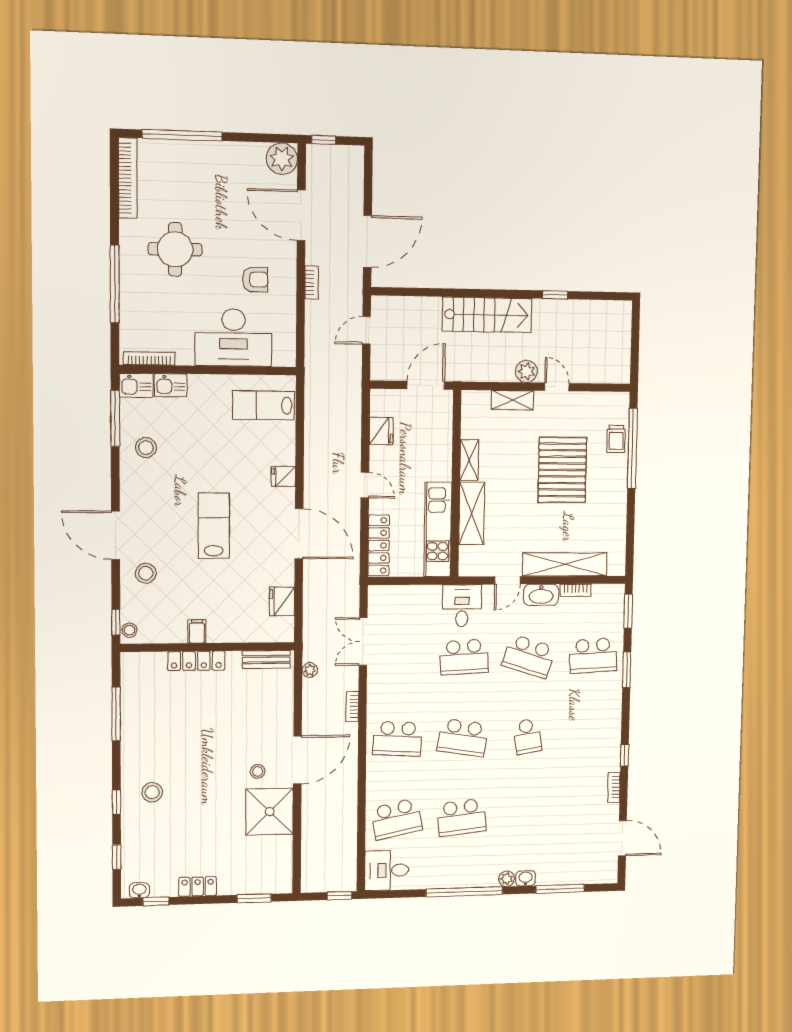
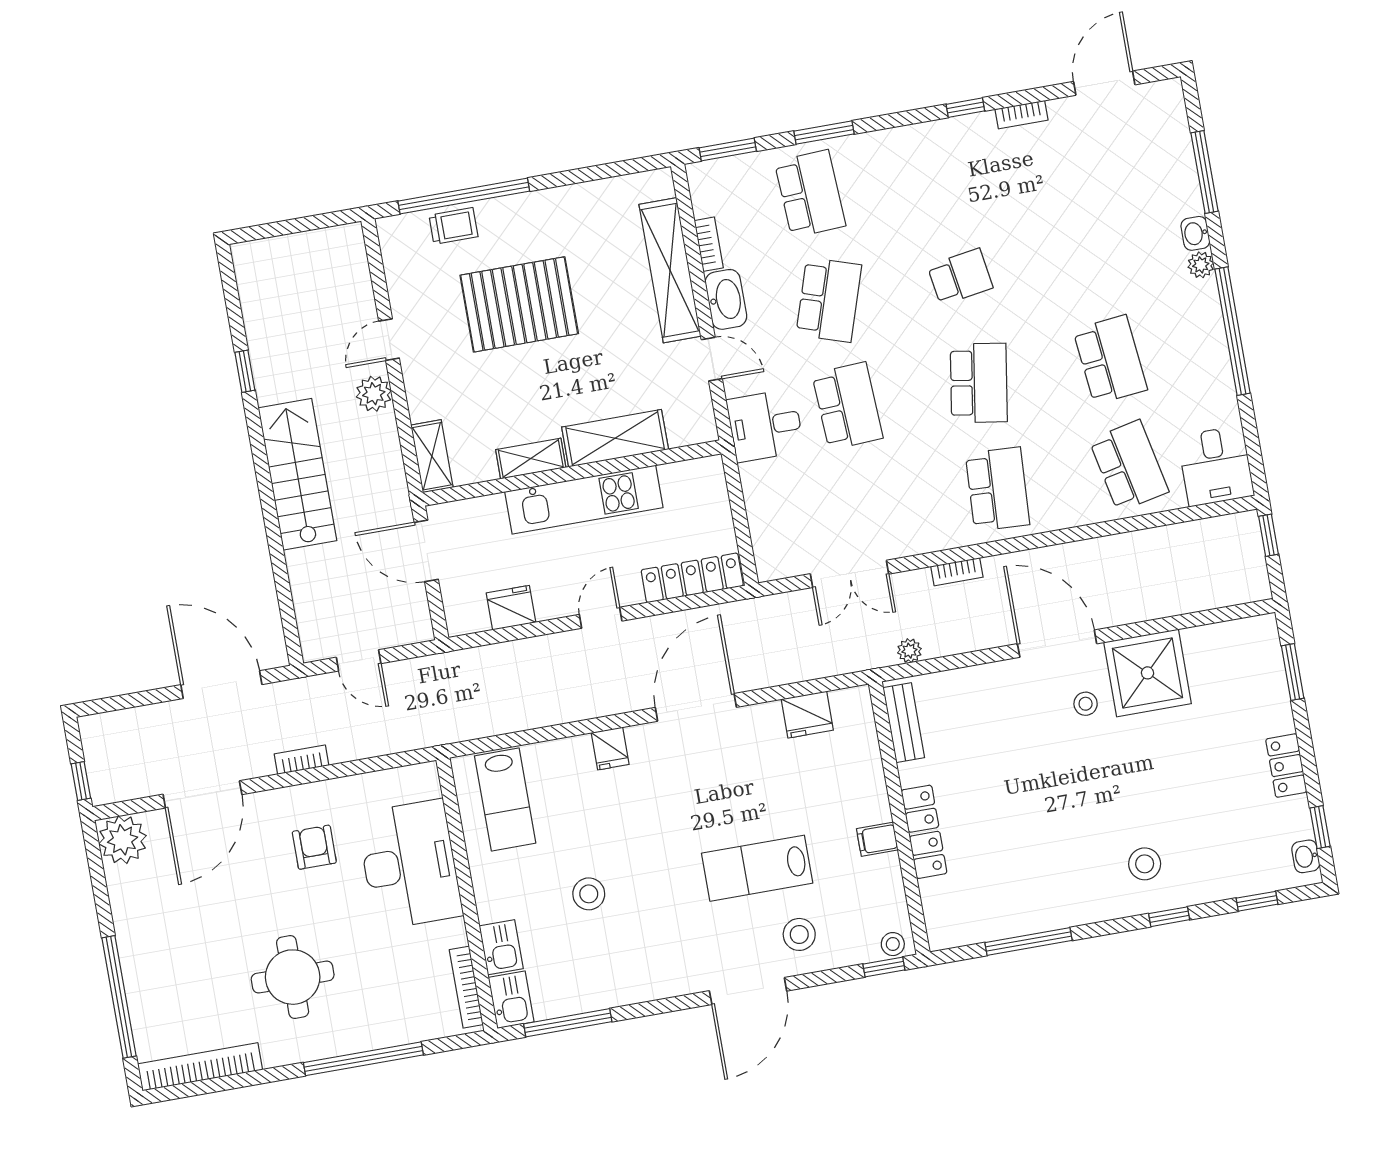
shelving: (512, 400) -> (432, 456), moved
stool: (146, 448) -> (589, 894), moved
lab bench: (214, 526) -> (757, 868), moved
kitchen unit: (438, 529) -> (584, 500), moved

